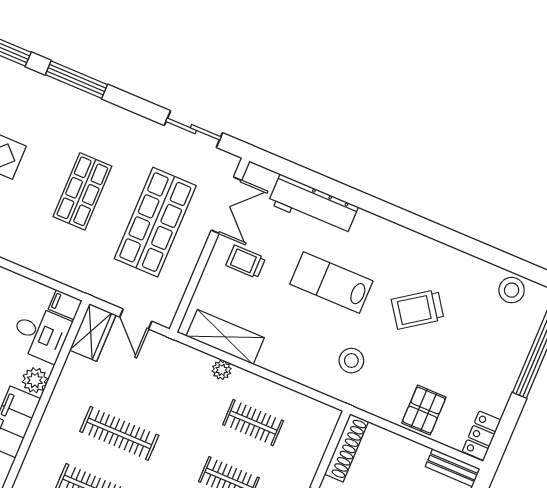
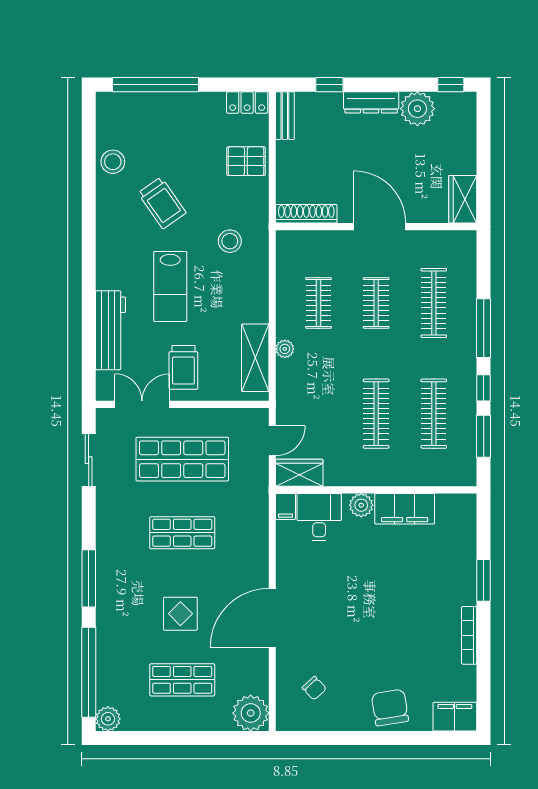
trolley: (246, 262) -> (183, 367), width x1.36, depth x1.39
stool: (512, 290) -> (113, 162), moved

